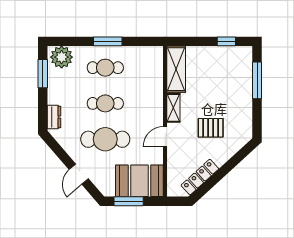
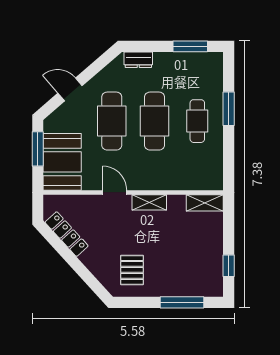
window: (108, 41) -> (229, 109), moved
plant: (62, 57) -> (210, 69), removed
shelving: (176, 69) -> (205, 203), width x0.67, depth x0.75
cafe table: (105, 103) -> (155, 121), width x1.37, depth x1.35
pallet: (211, 128) -> (132, 270), moved

